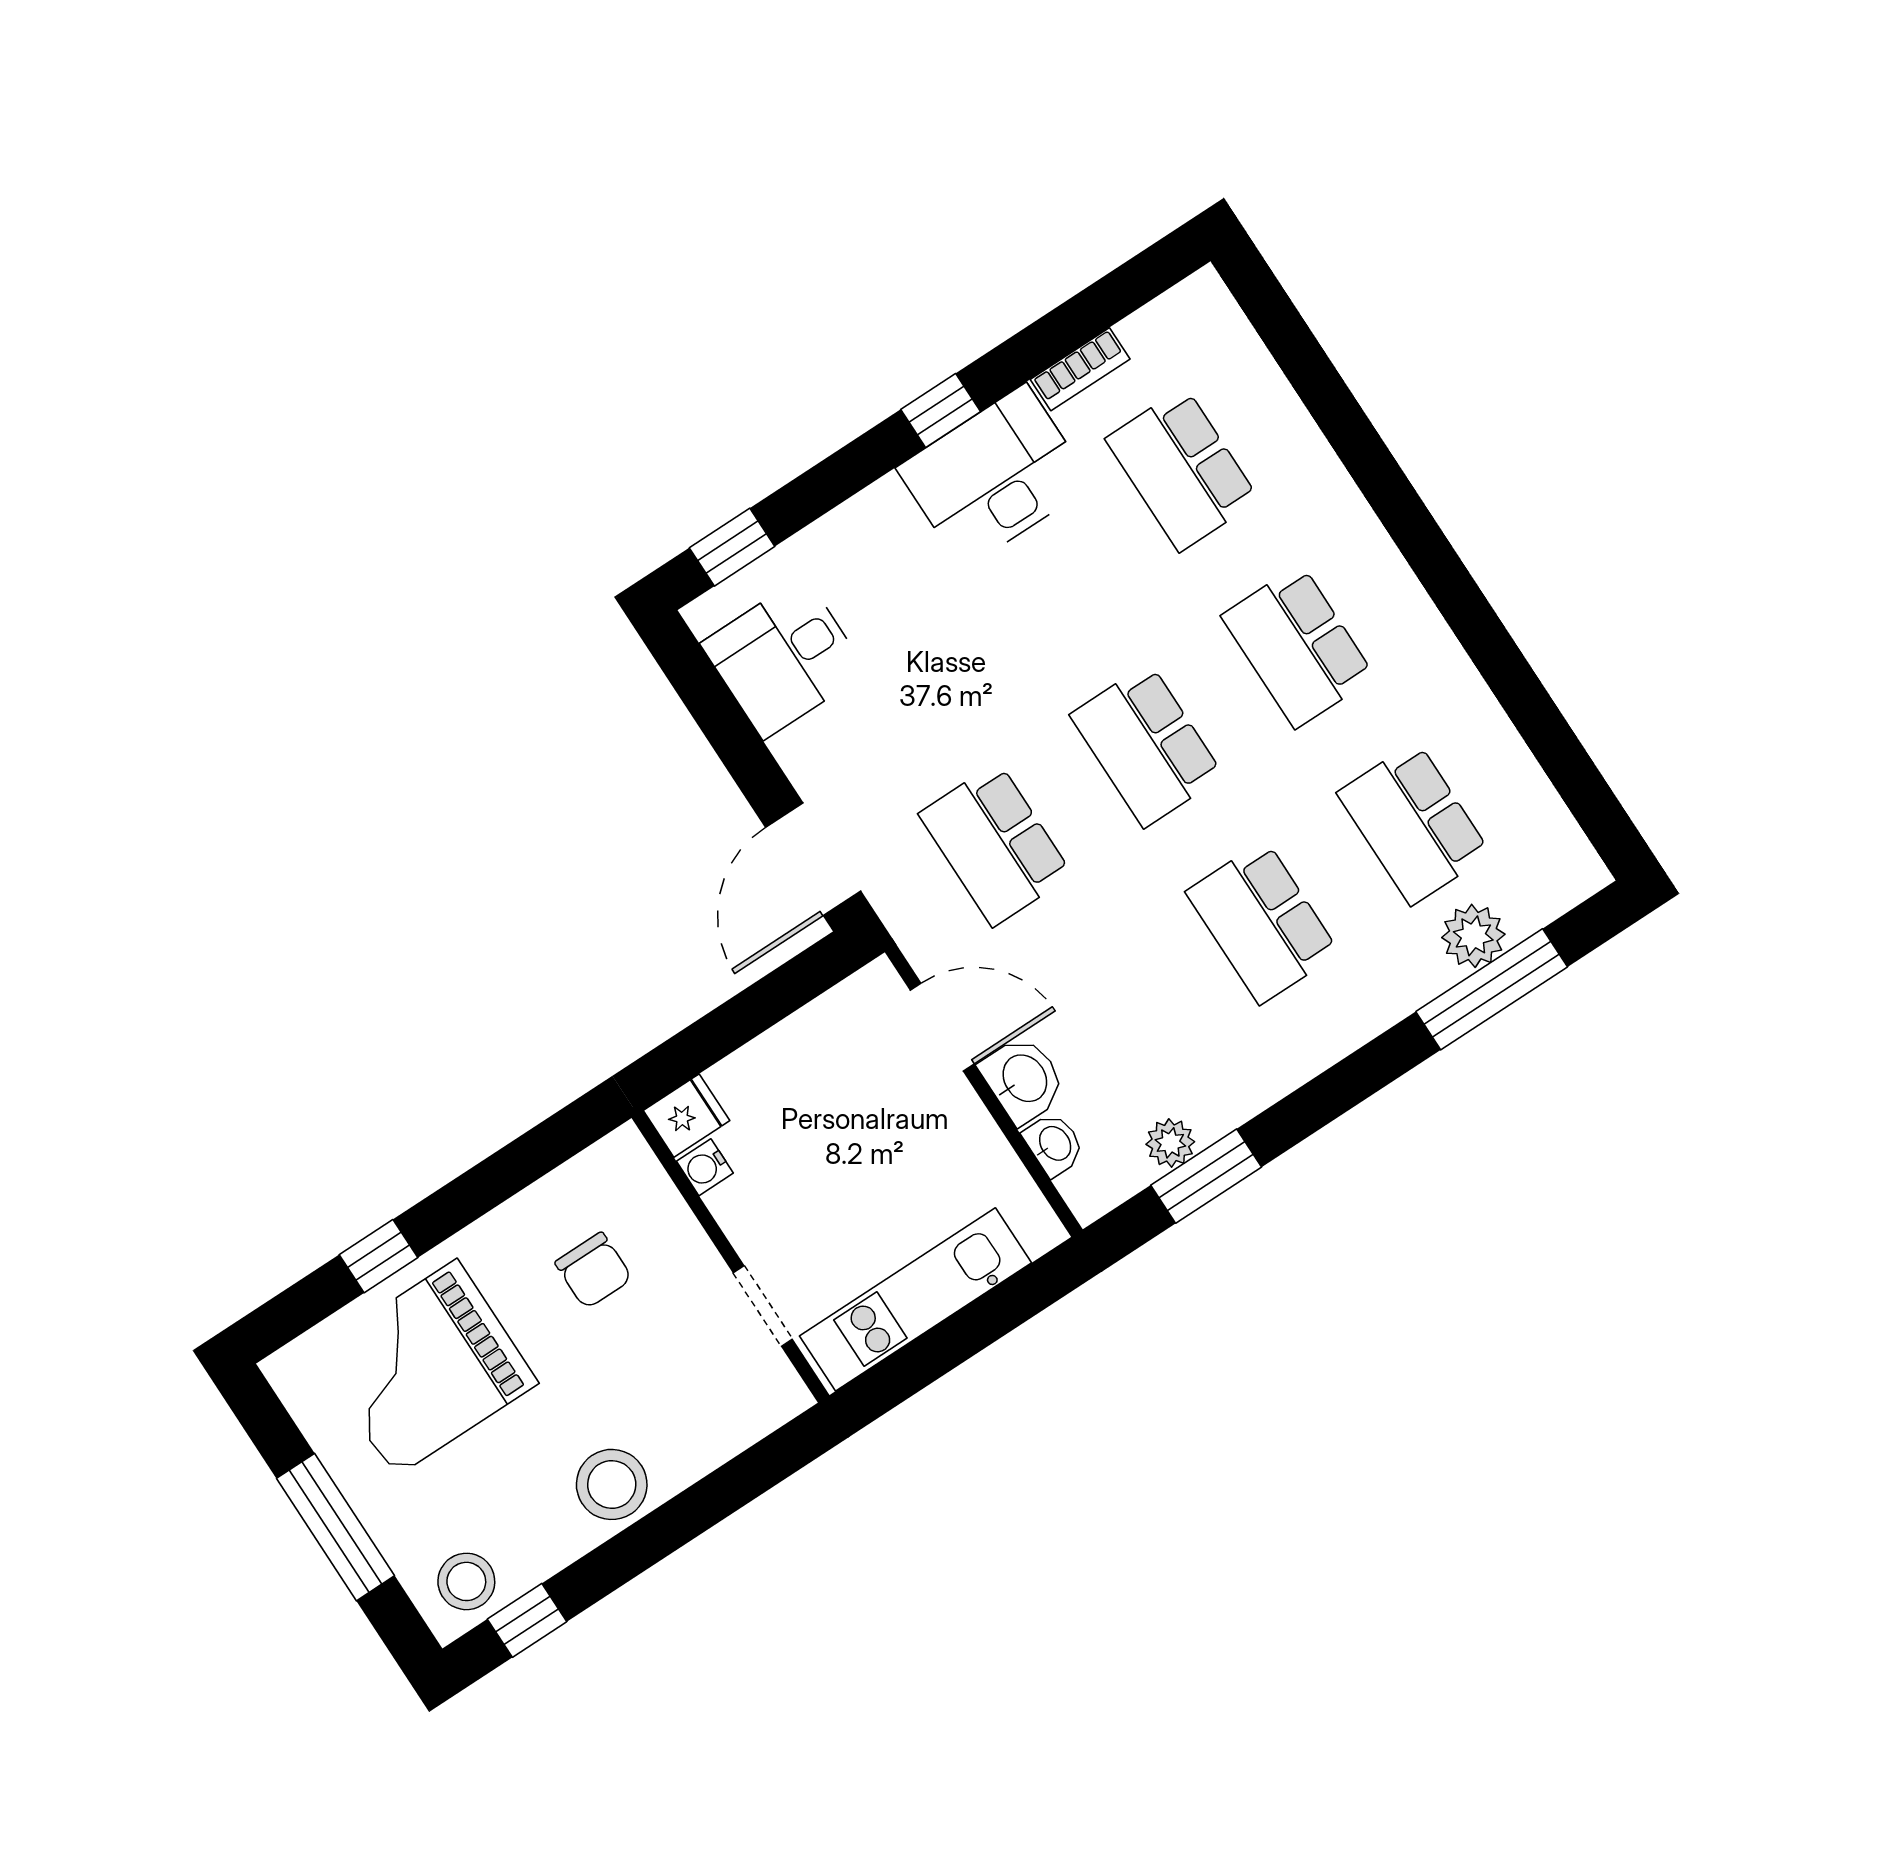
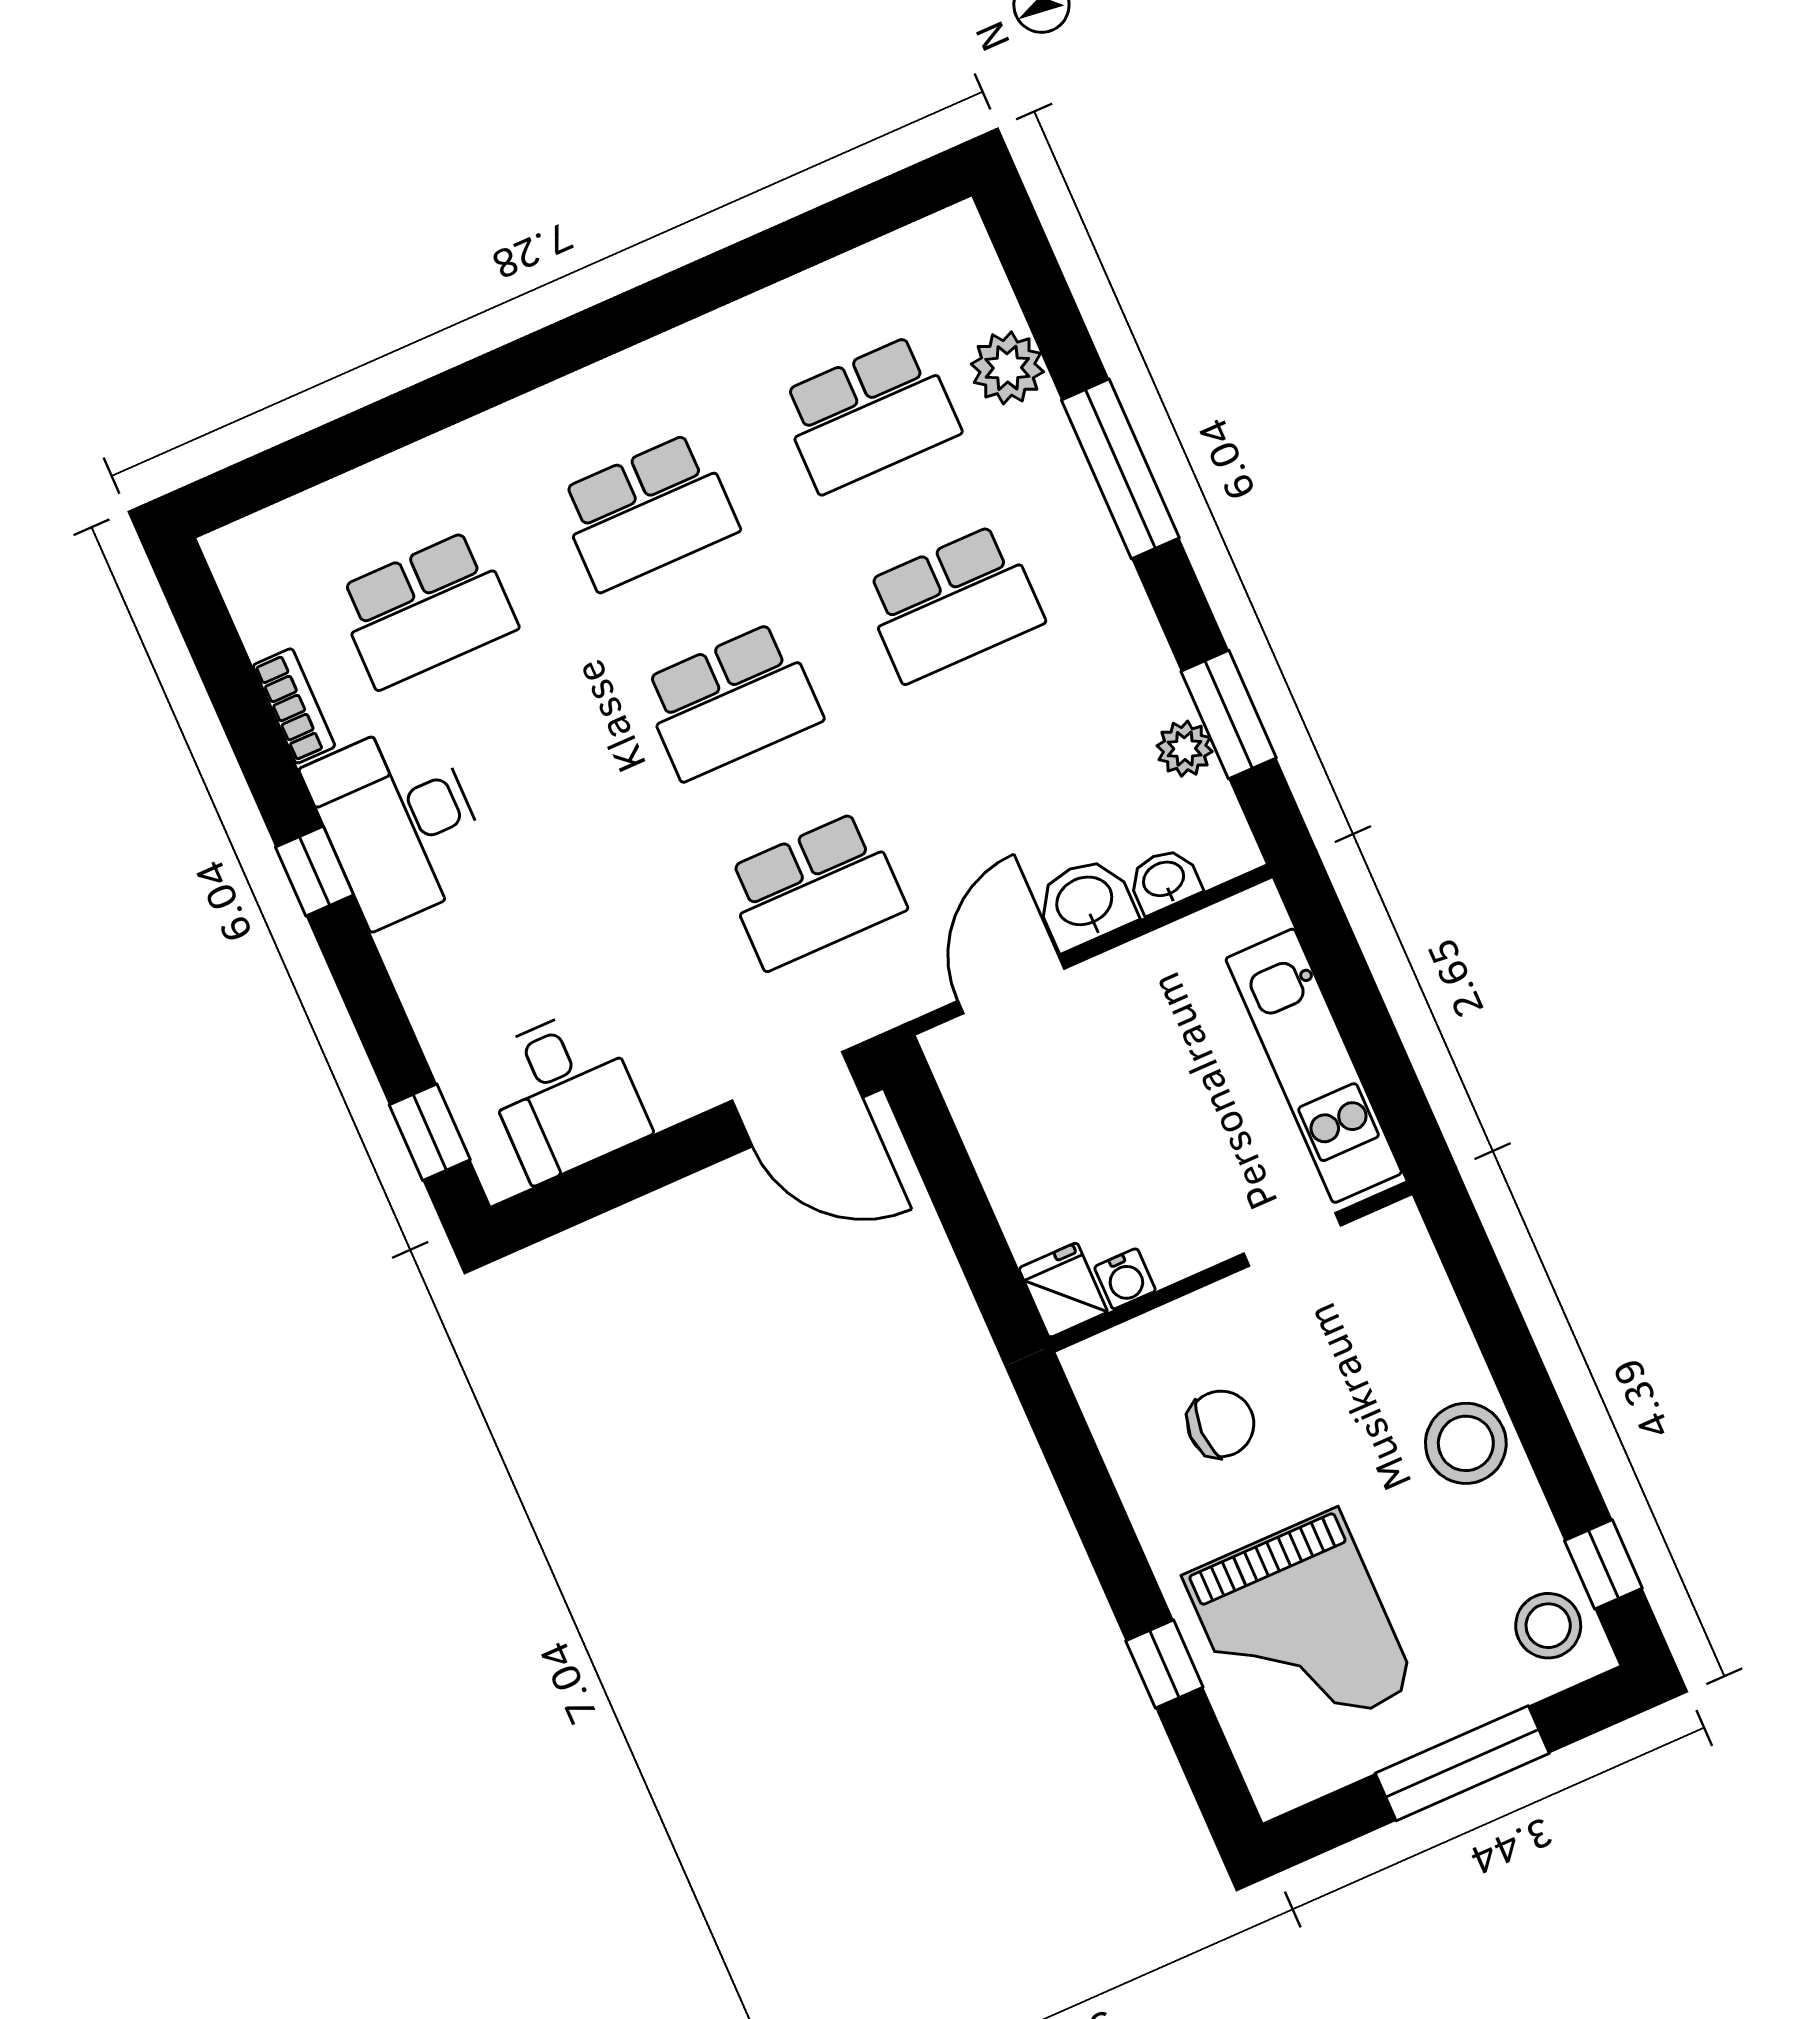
window: (1492, 989) -> (1120, 469), moved

